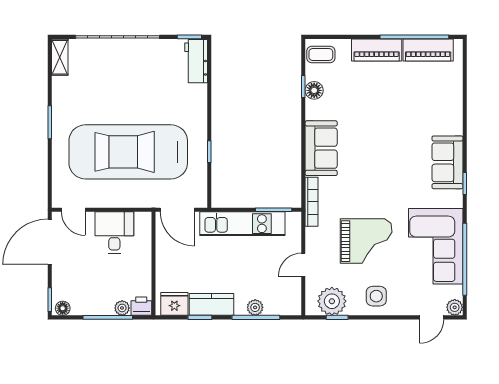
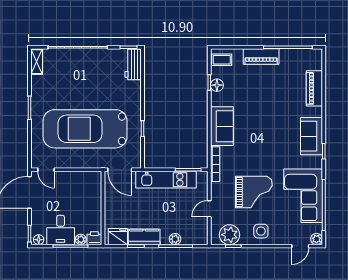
piano: (428, 50) -> (314, 88), moved, turned 90
desk: (114, 233) -> (61, 230), moved, turned 180

